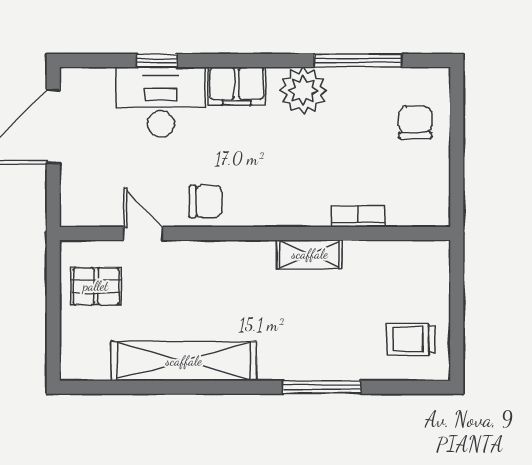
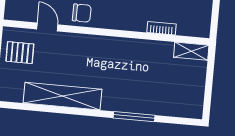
shelving: (310, 254) -> (191, 51), moved
trolley: (411, 339) -> (184, 96), removed

